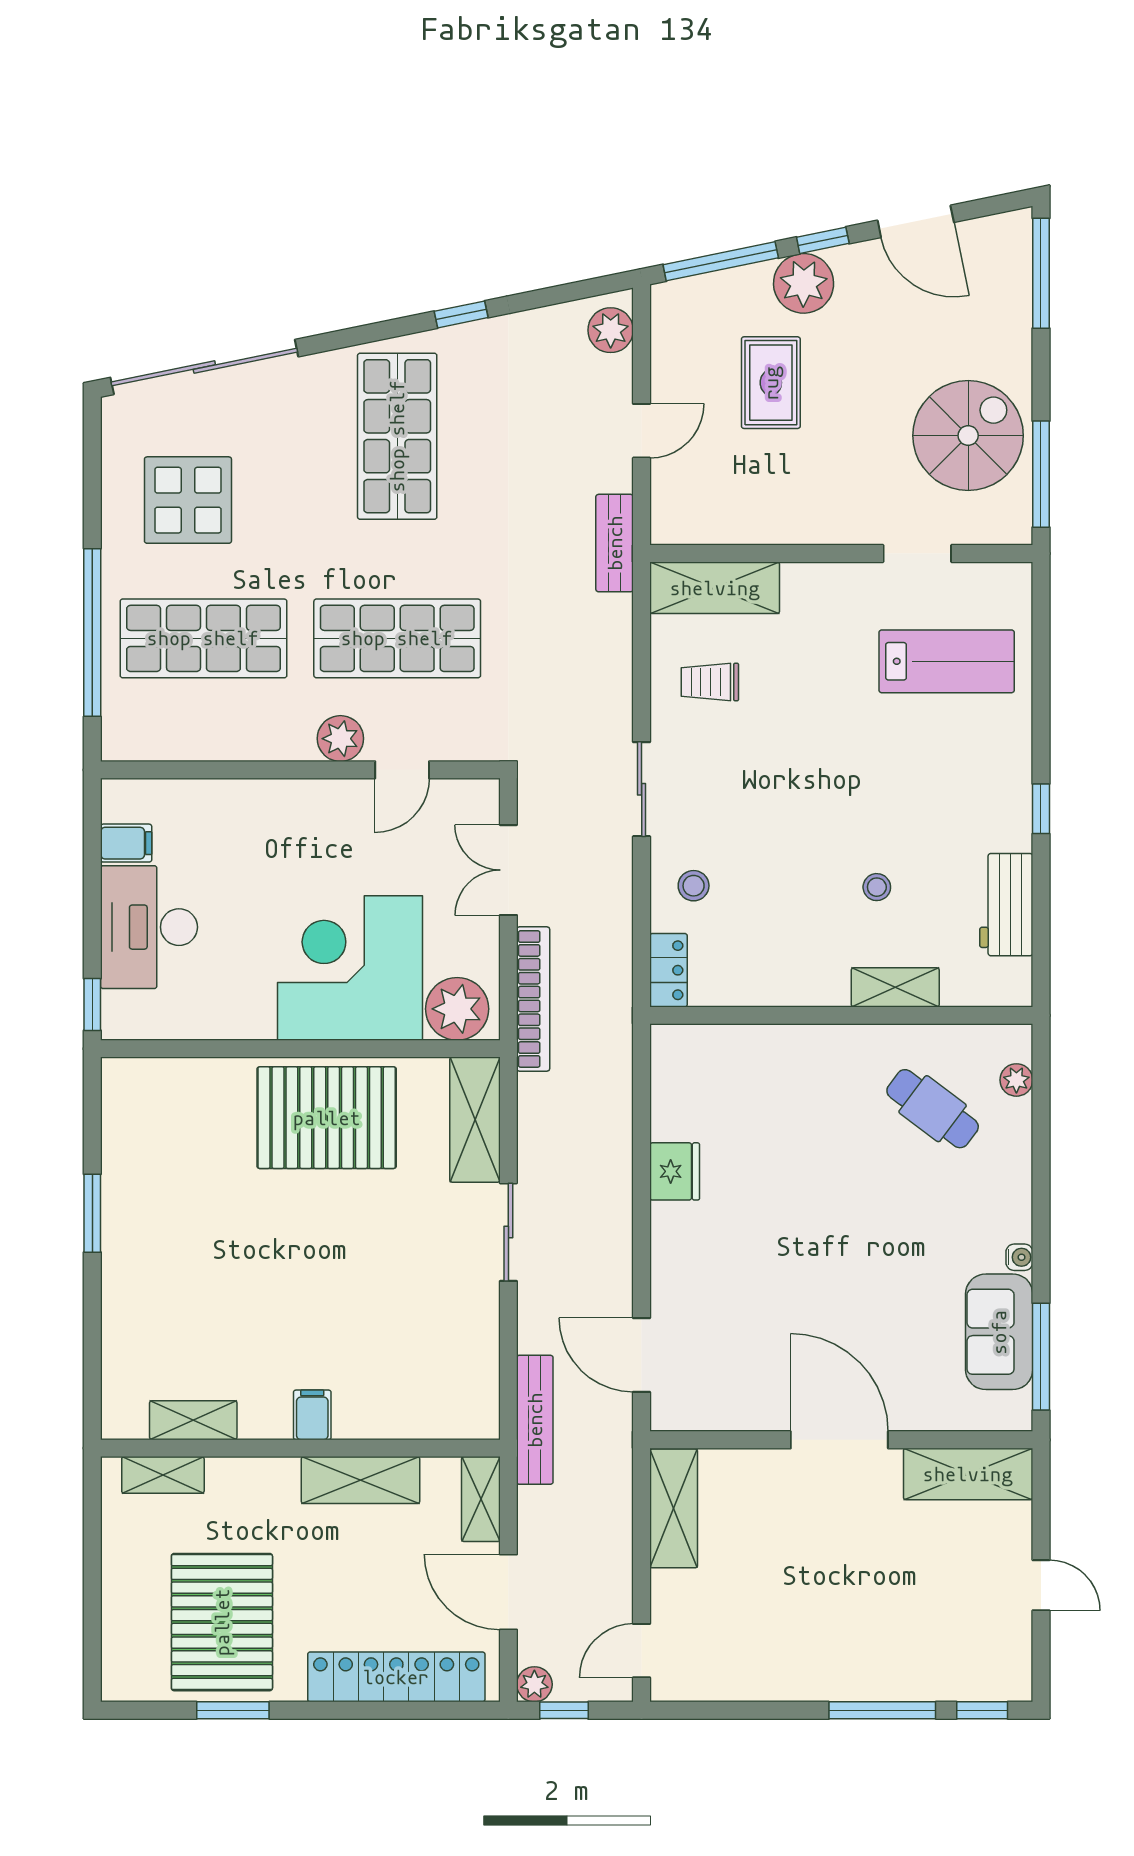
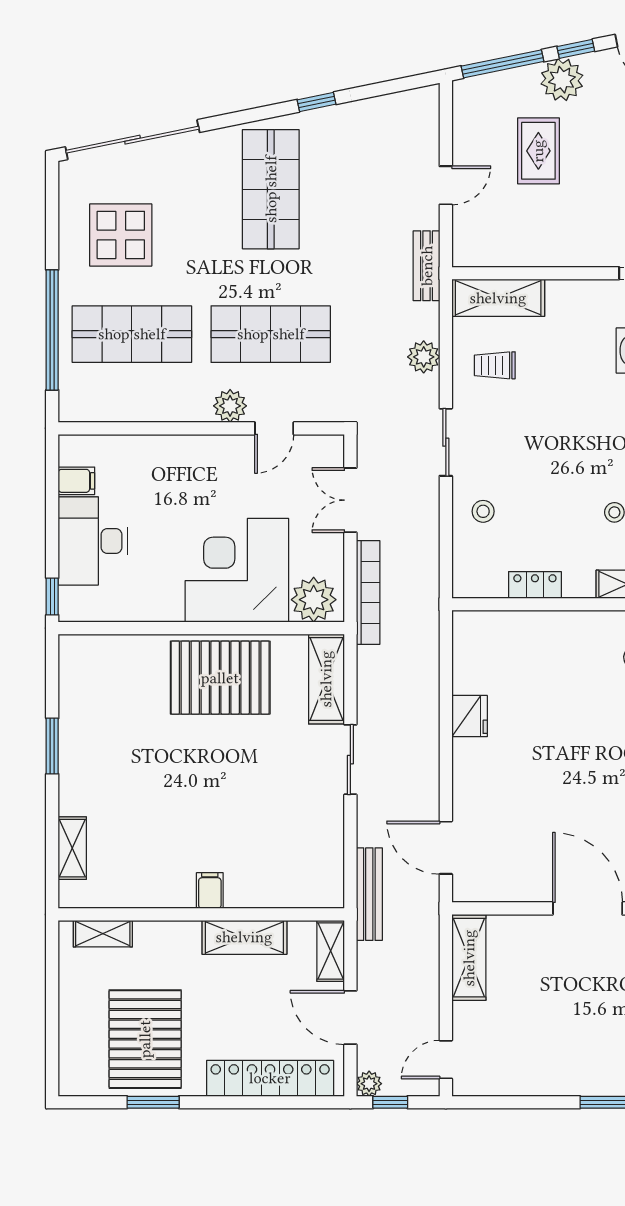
plant: (611, 330) -> (424, 357), moved
locker: (668, 970) -> (535, 585), moved, turned -90
shelving: (193, 1420) -> (72, 848), moved, turned 90

